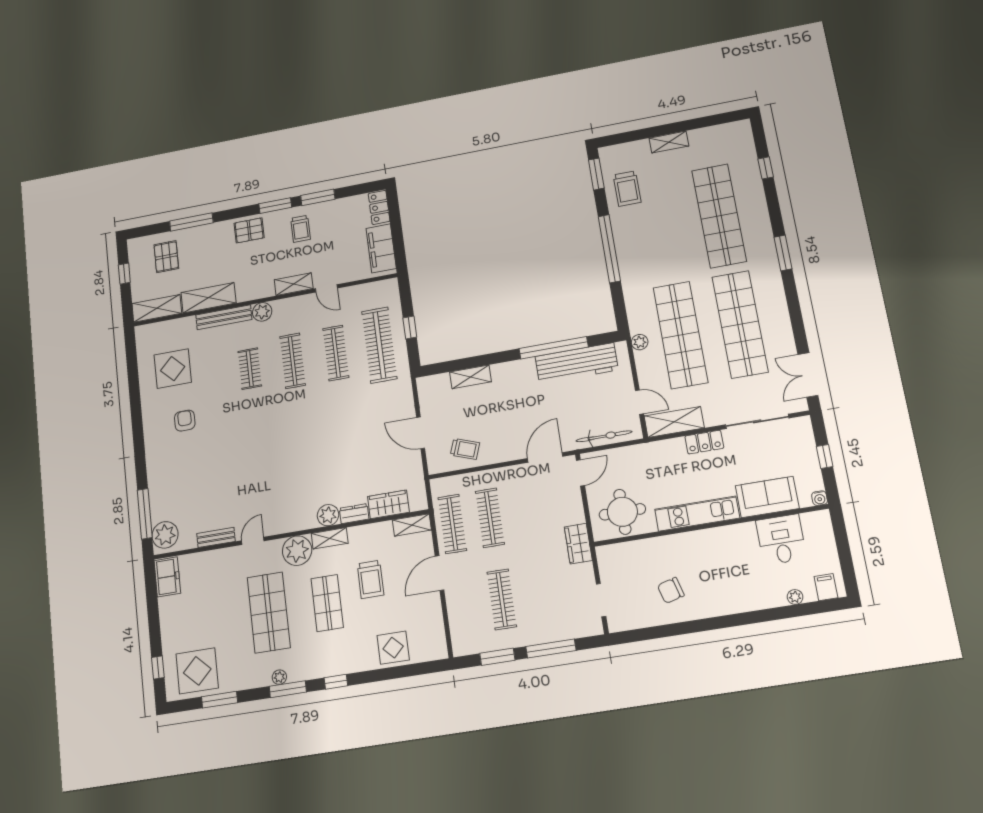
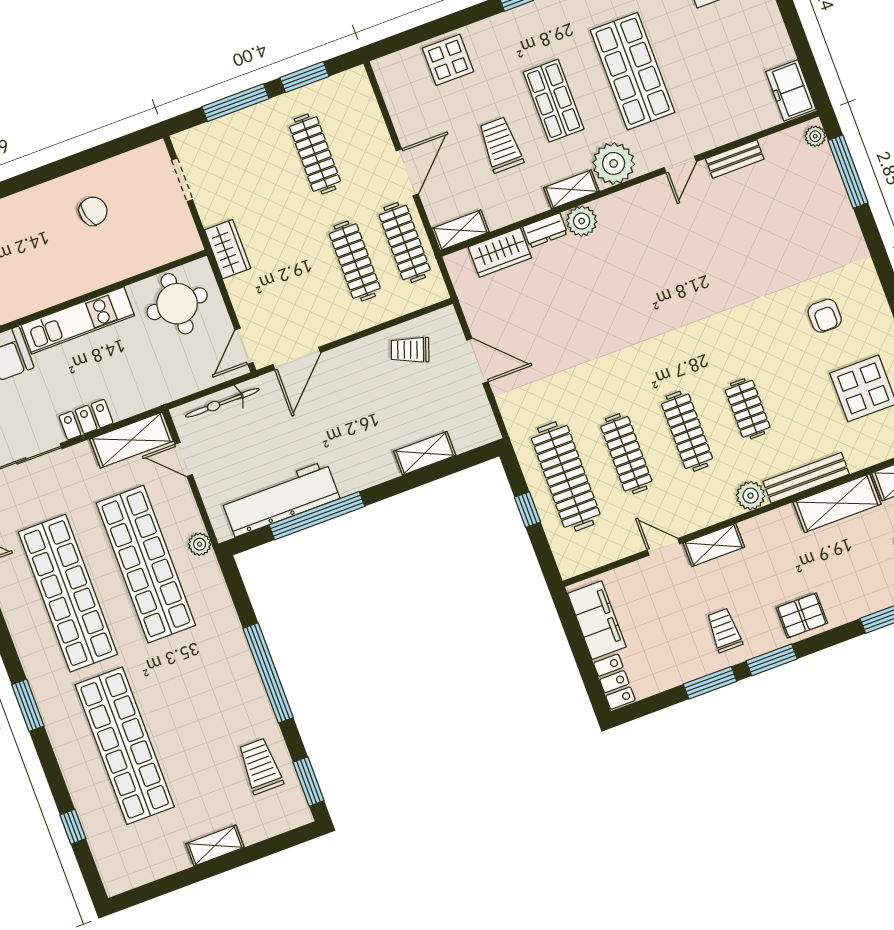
plant: (165, 535) -> (815, 136), width x0.53, depth x0.53

